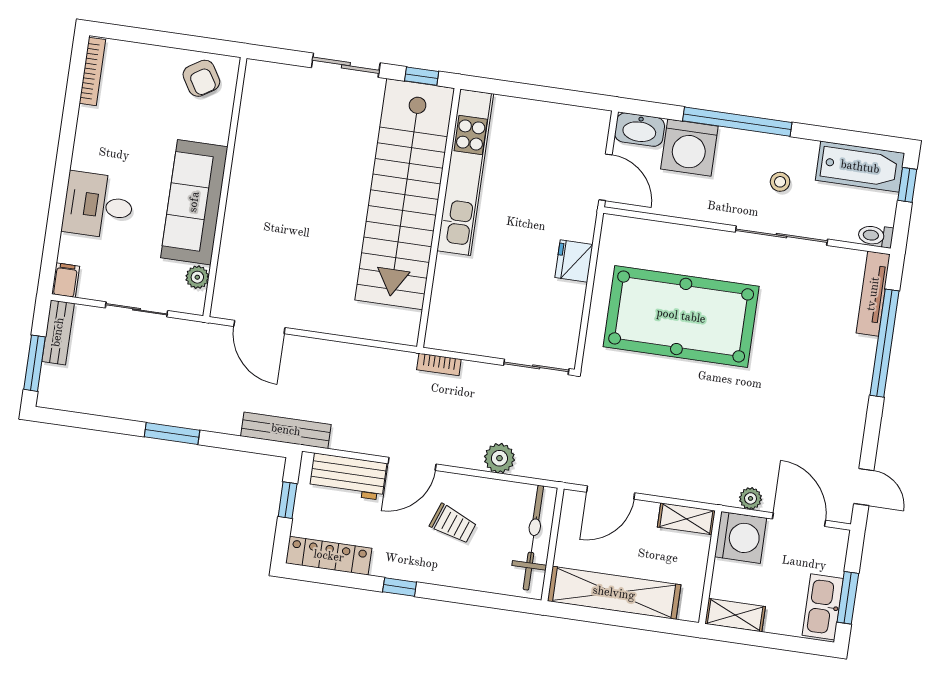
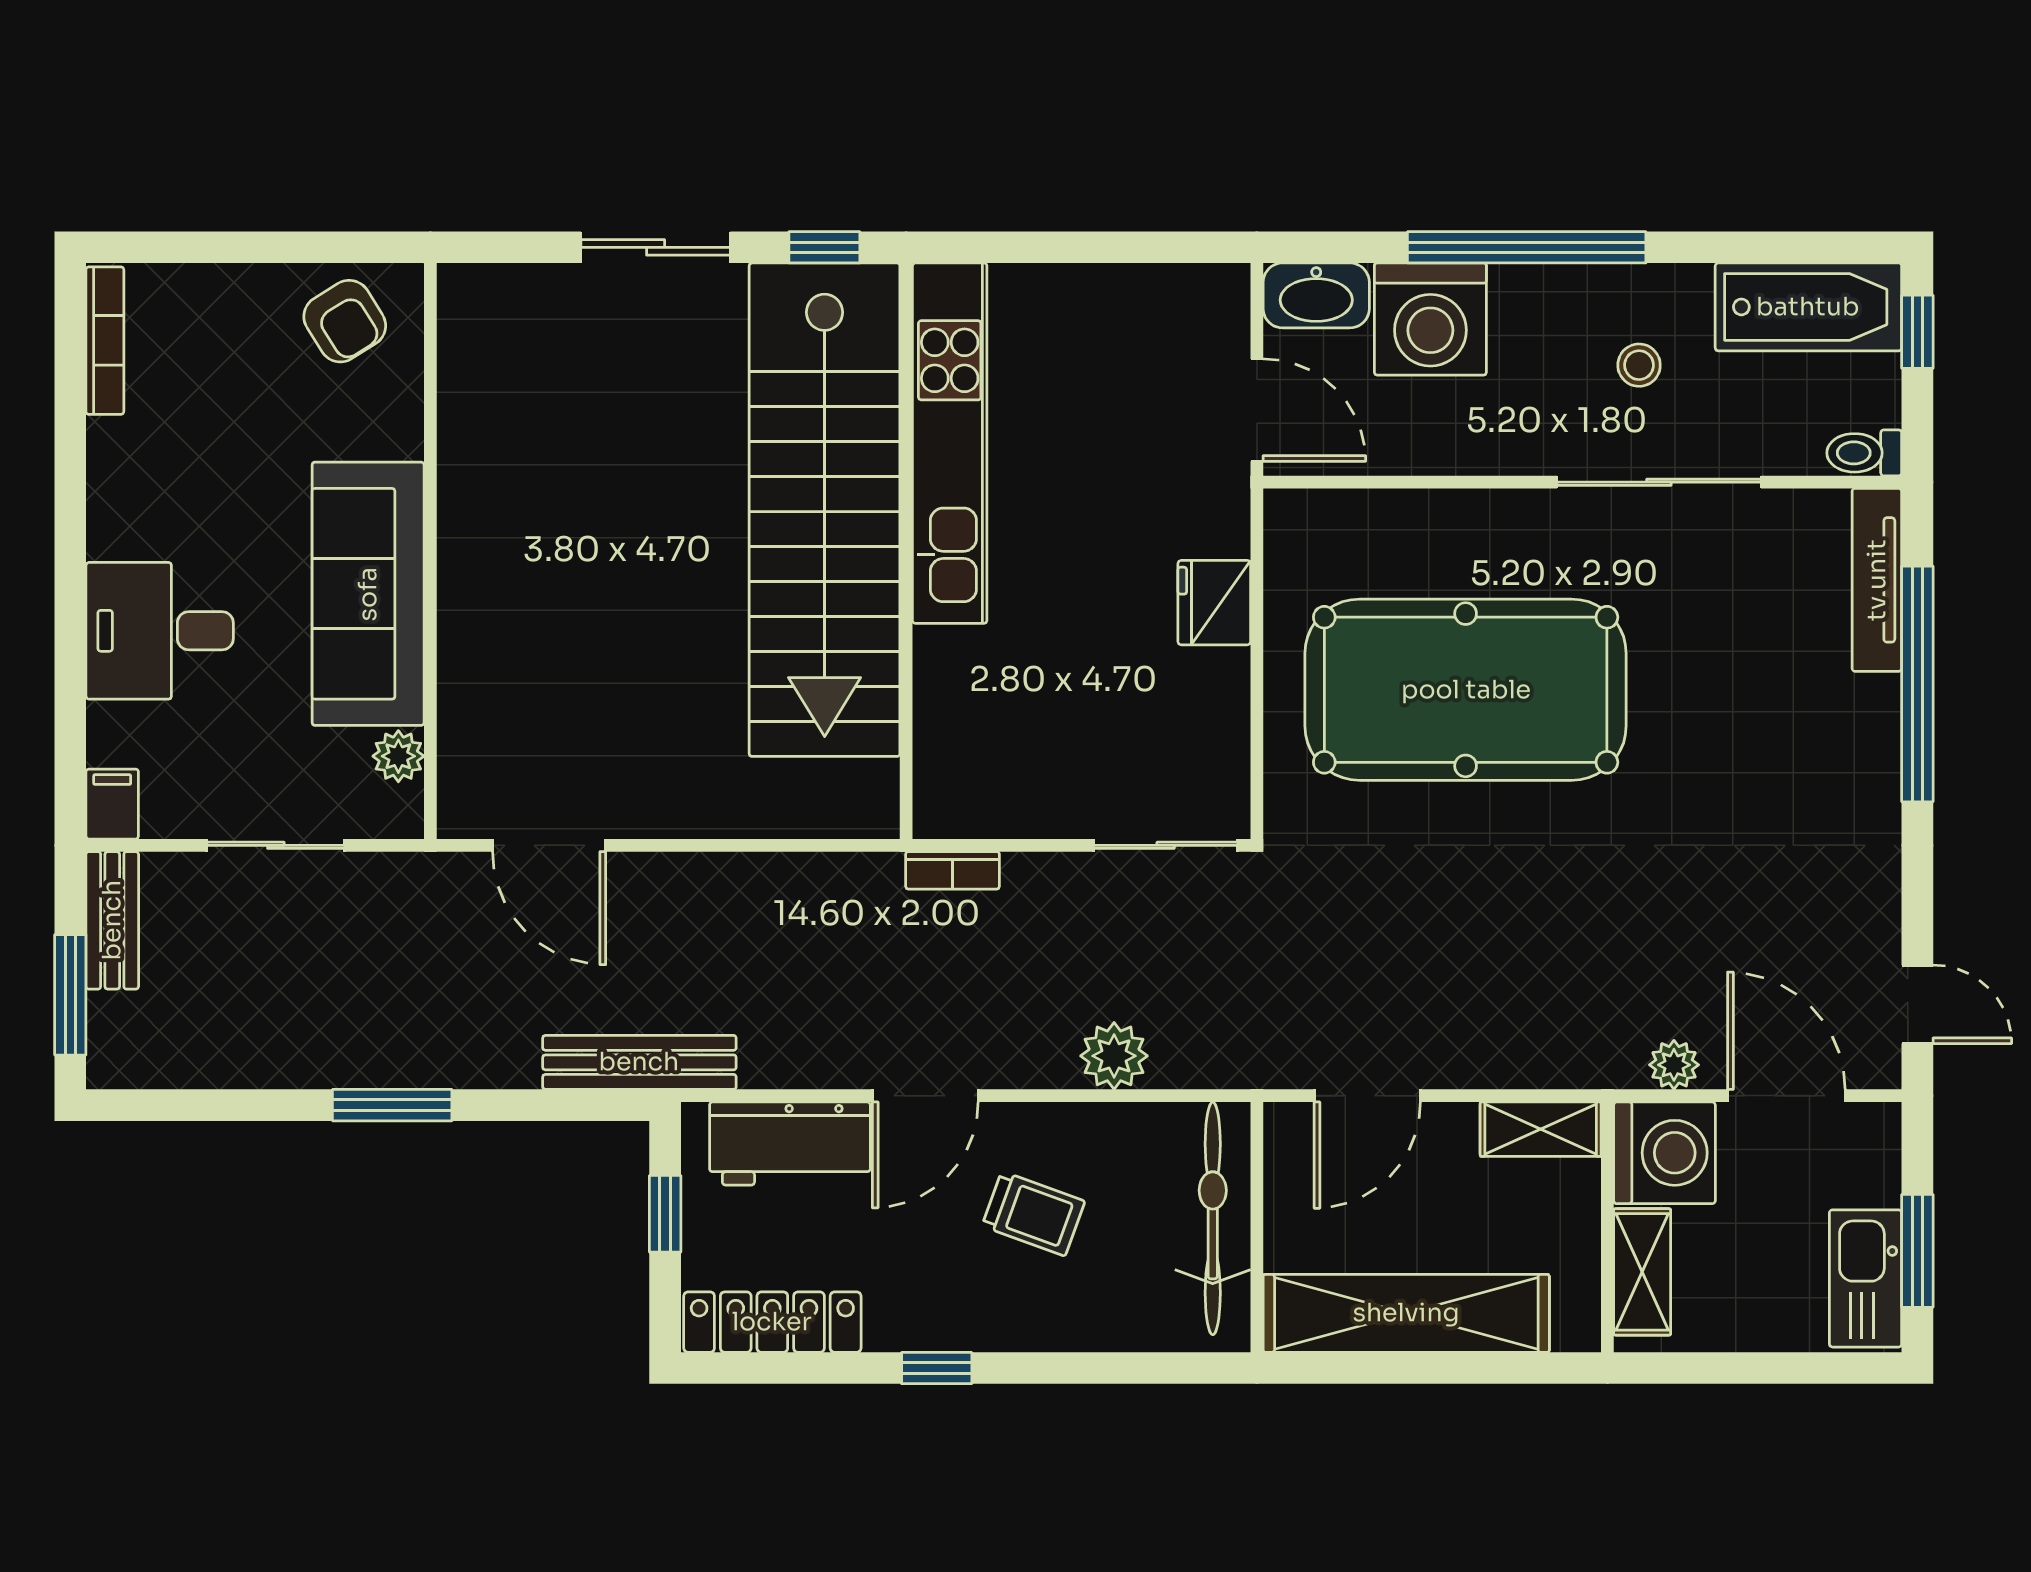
shelving: (735, 615) -> (1642, 1272), moved, turned 90

